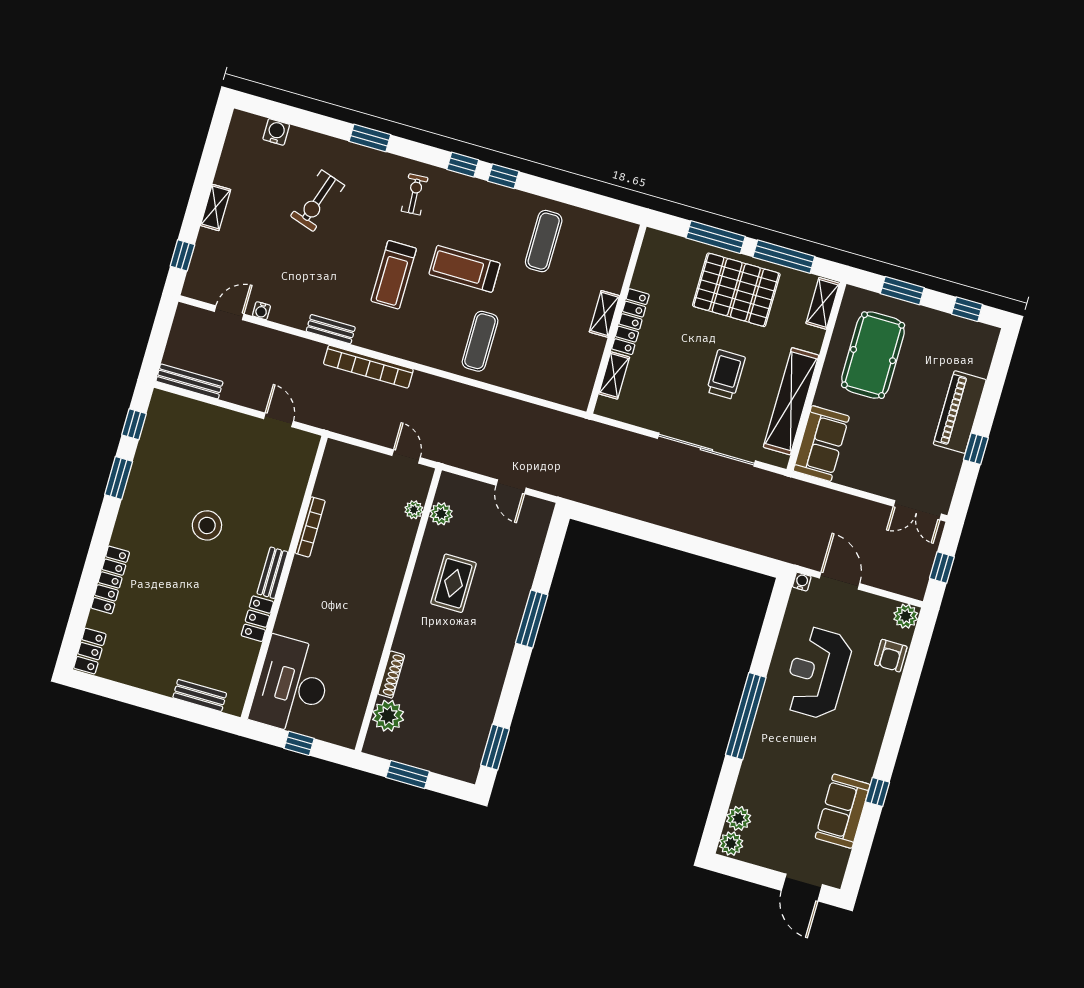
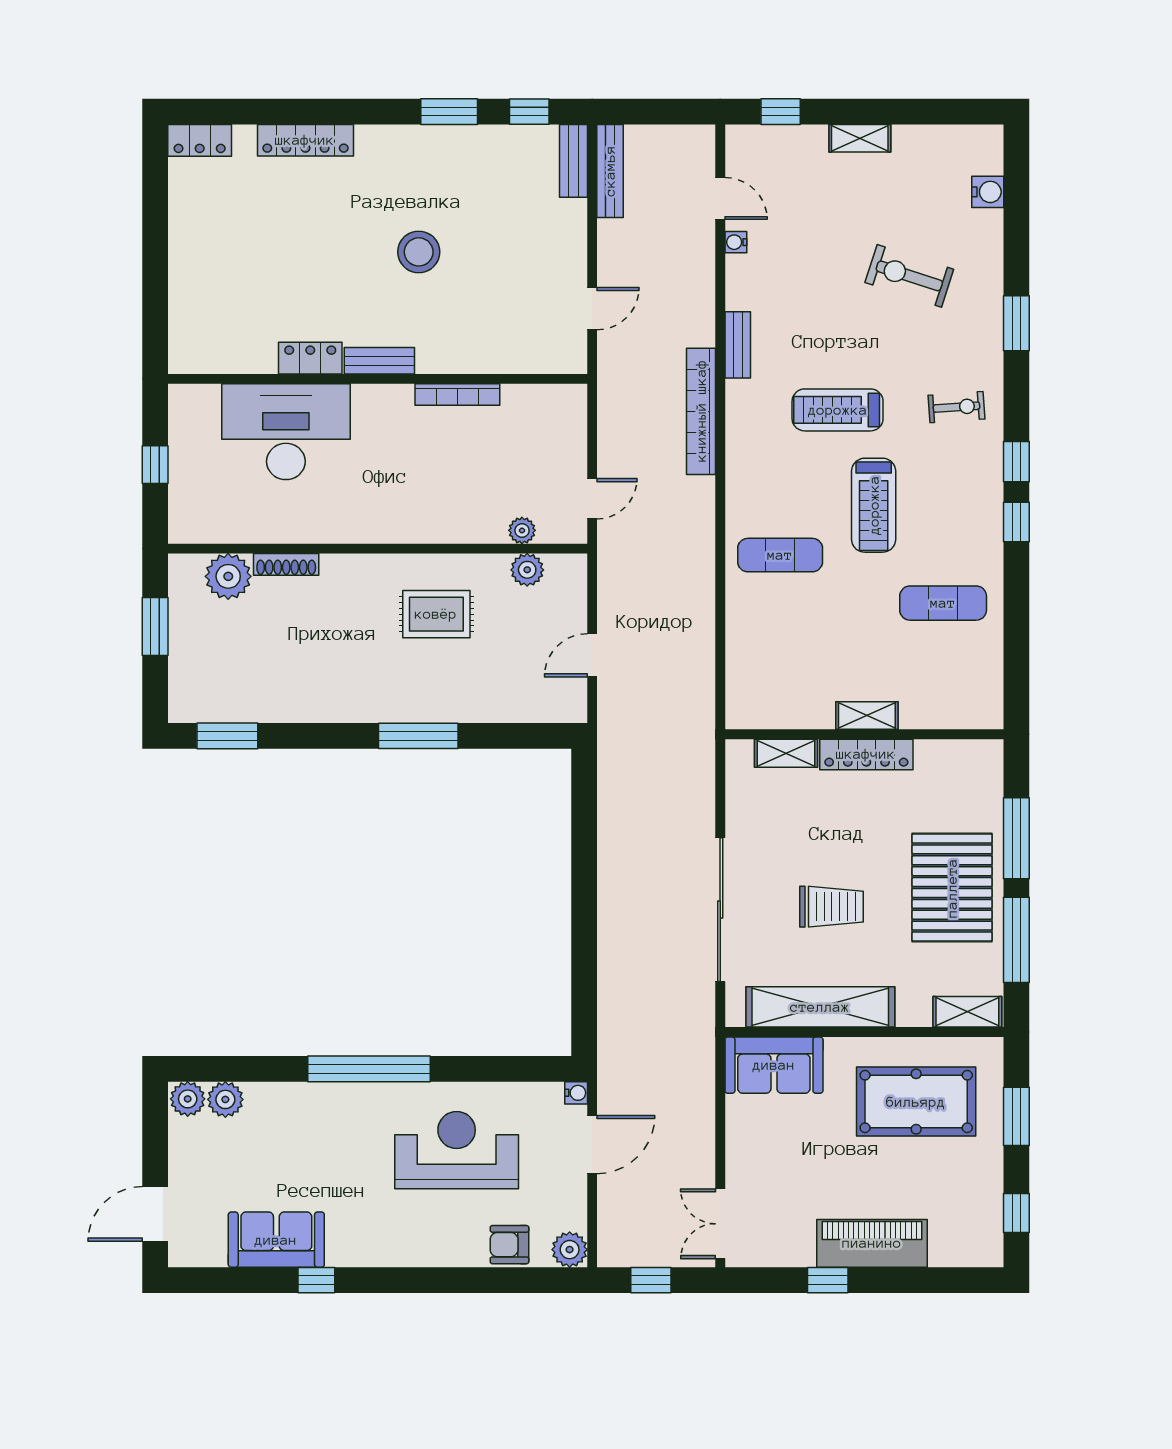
treadmill: (465, 269) -> (874, 505), turned 180
desk: (292, 685) -> (286, 432), moved
bench: (200, 695) -> (573, 161), moved

